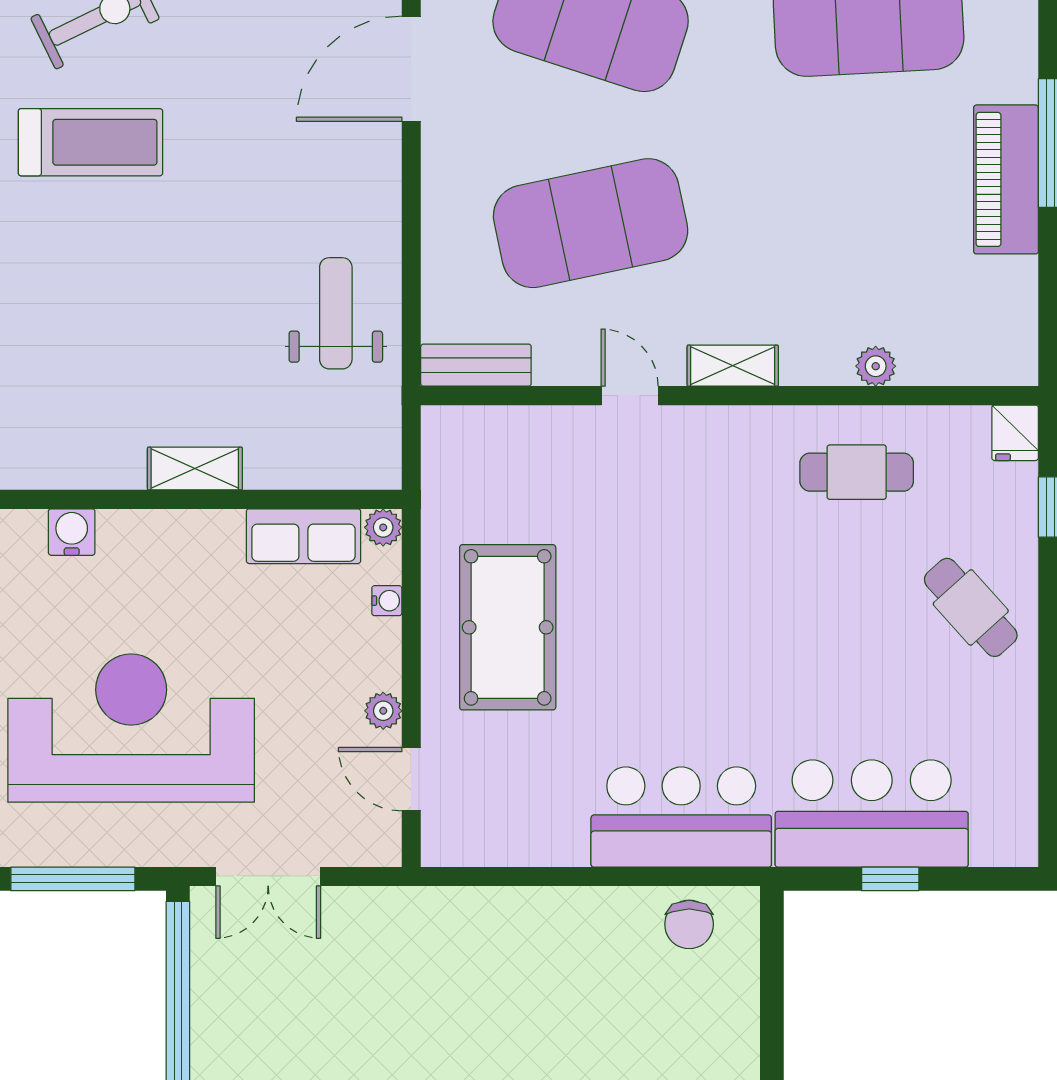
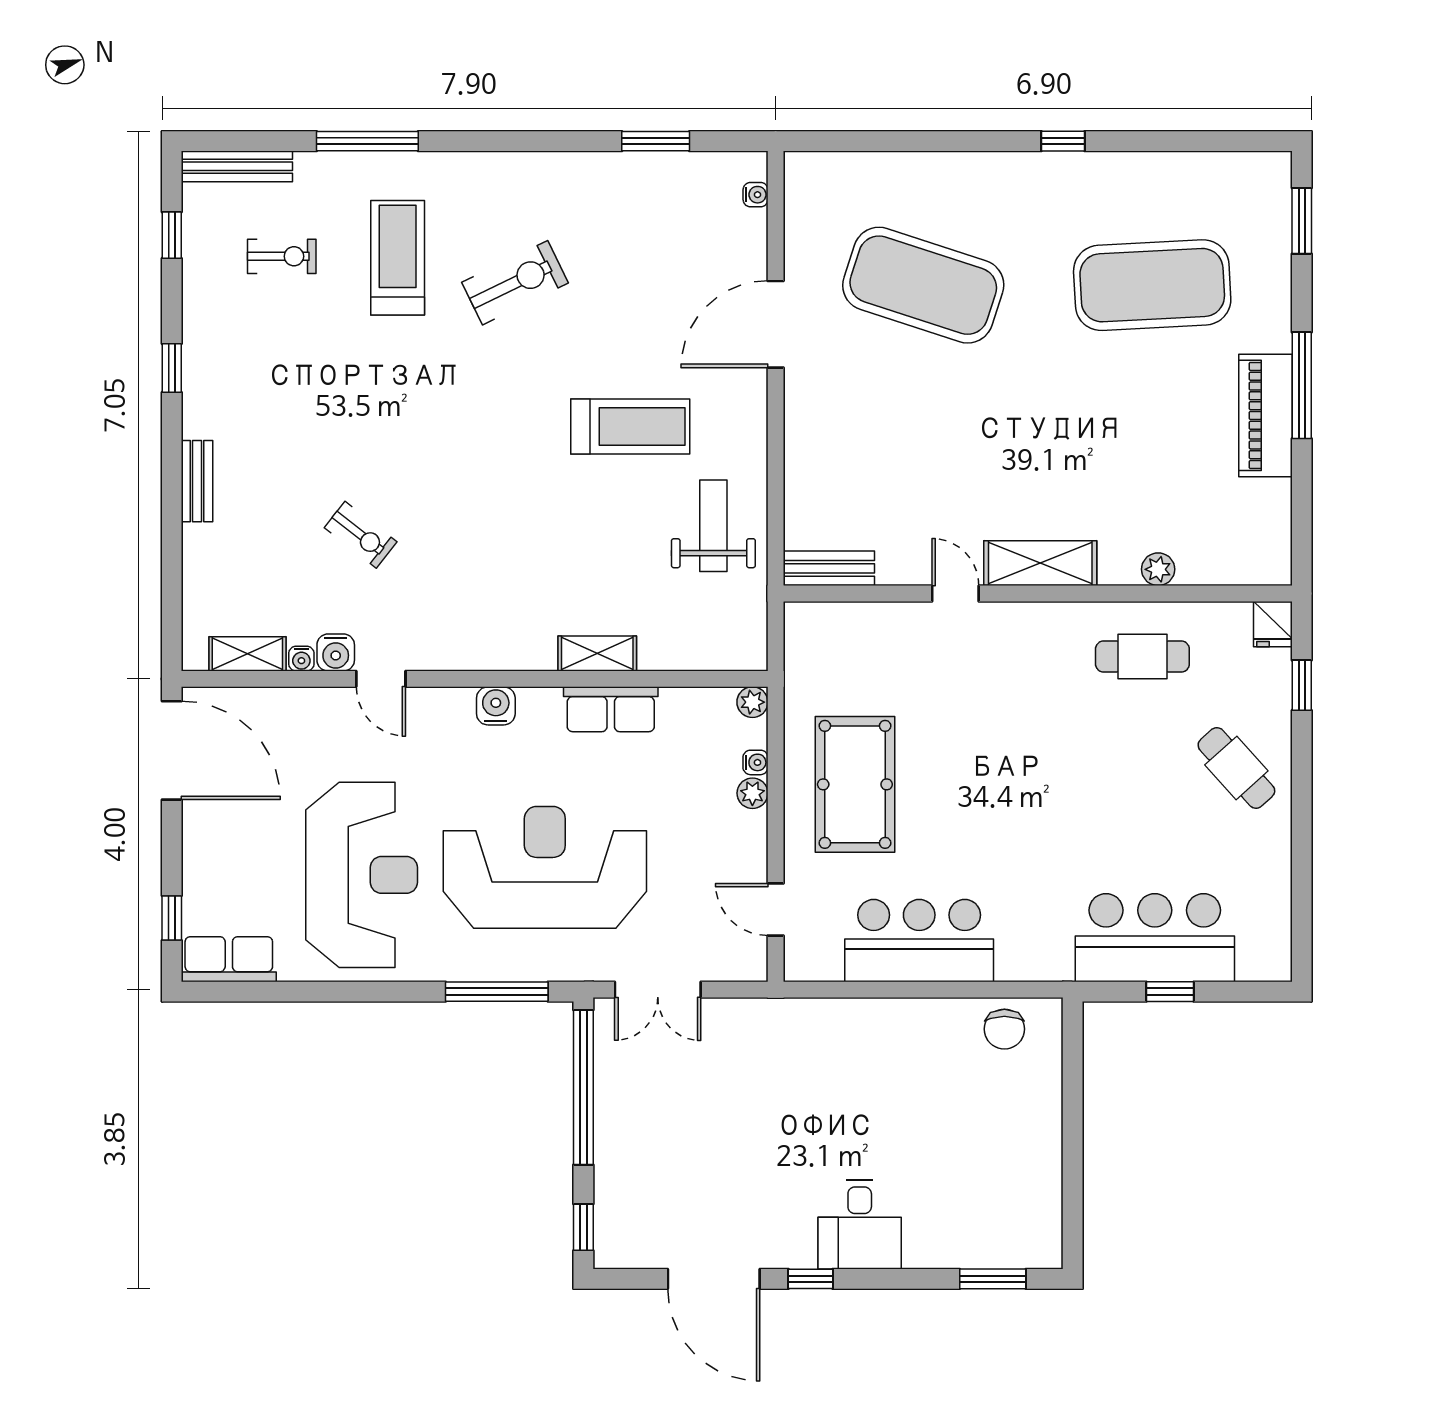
treadmill: (90, 142) -> (630, 426), moved
exercise mat: (591, 223) -> (923, 451), removed
shelving: (733, 366) -> (1040, 563), width x1.50, depth x1.33
row of seats: (303, 536) -> (611, 709), moved
plant: (383, 711) -> (752, 793), moved
bar counter: (681, 817) -> (919, 941), moved

